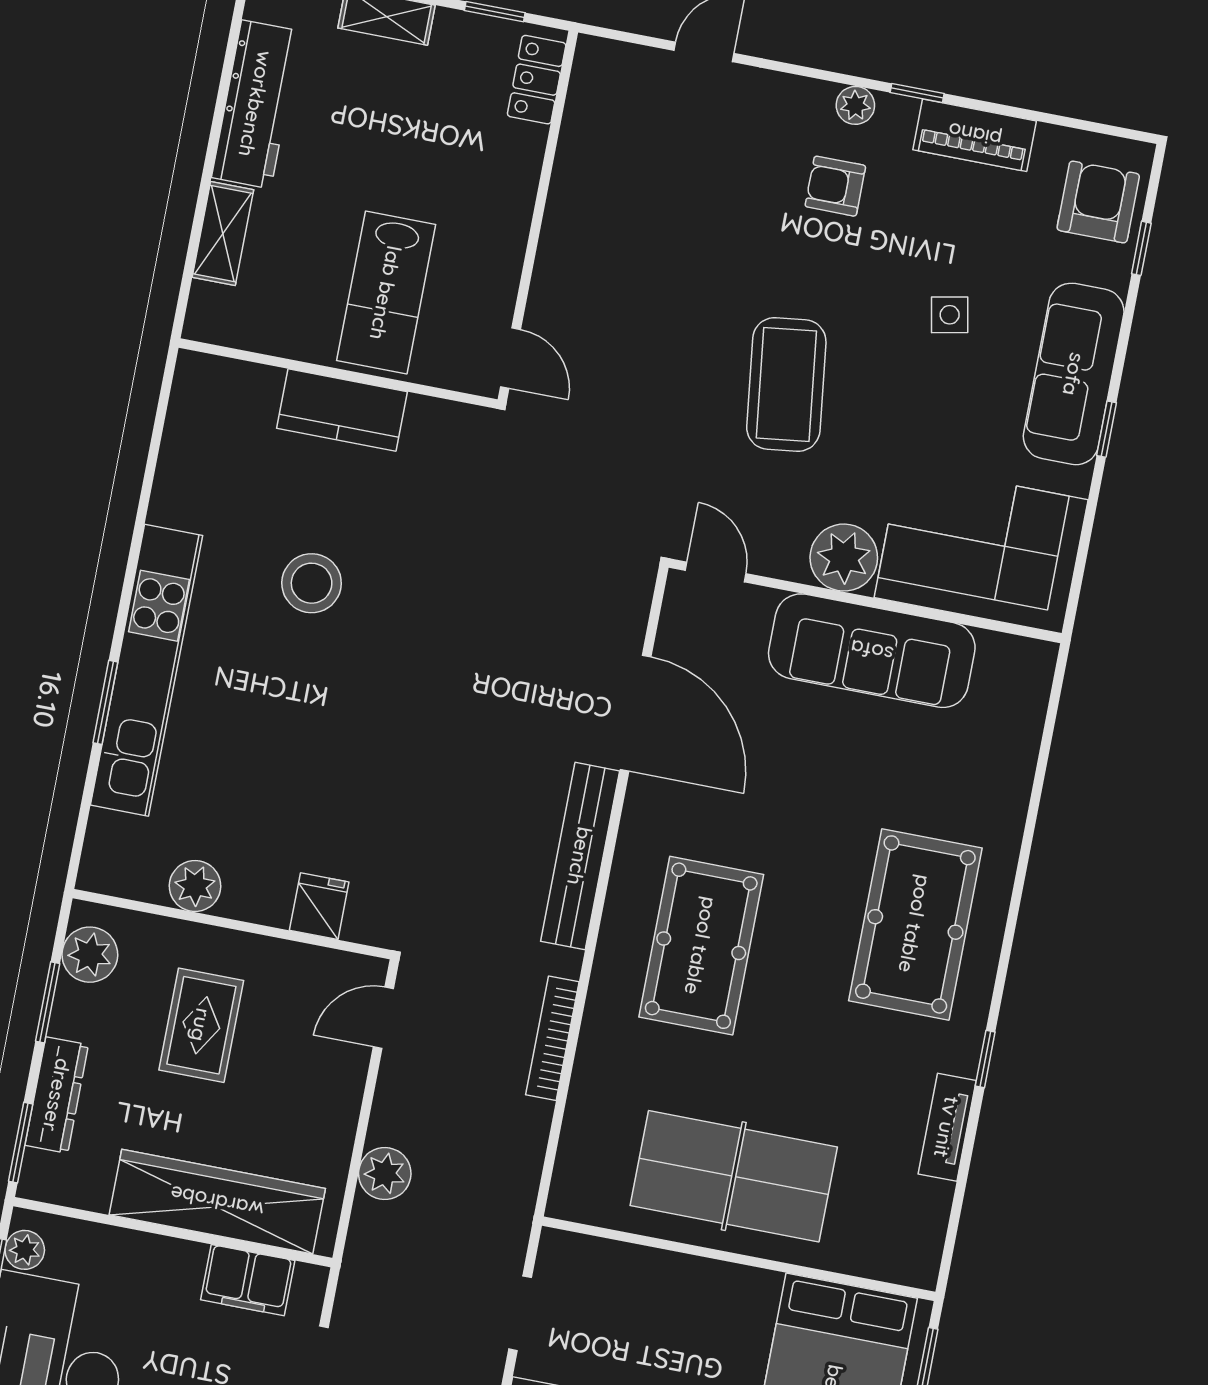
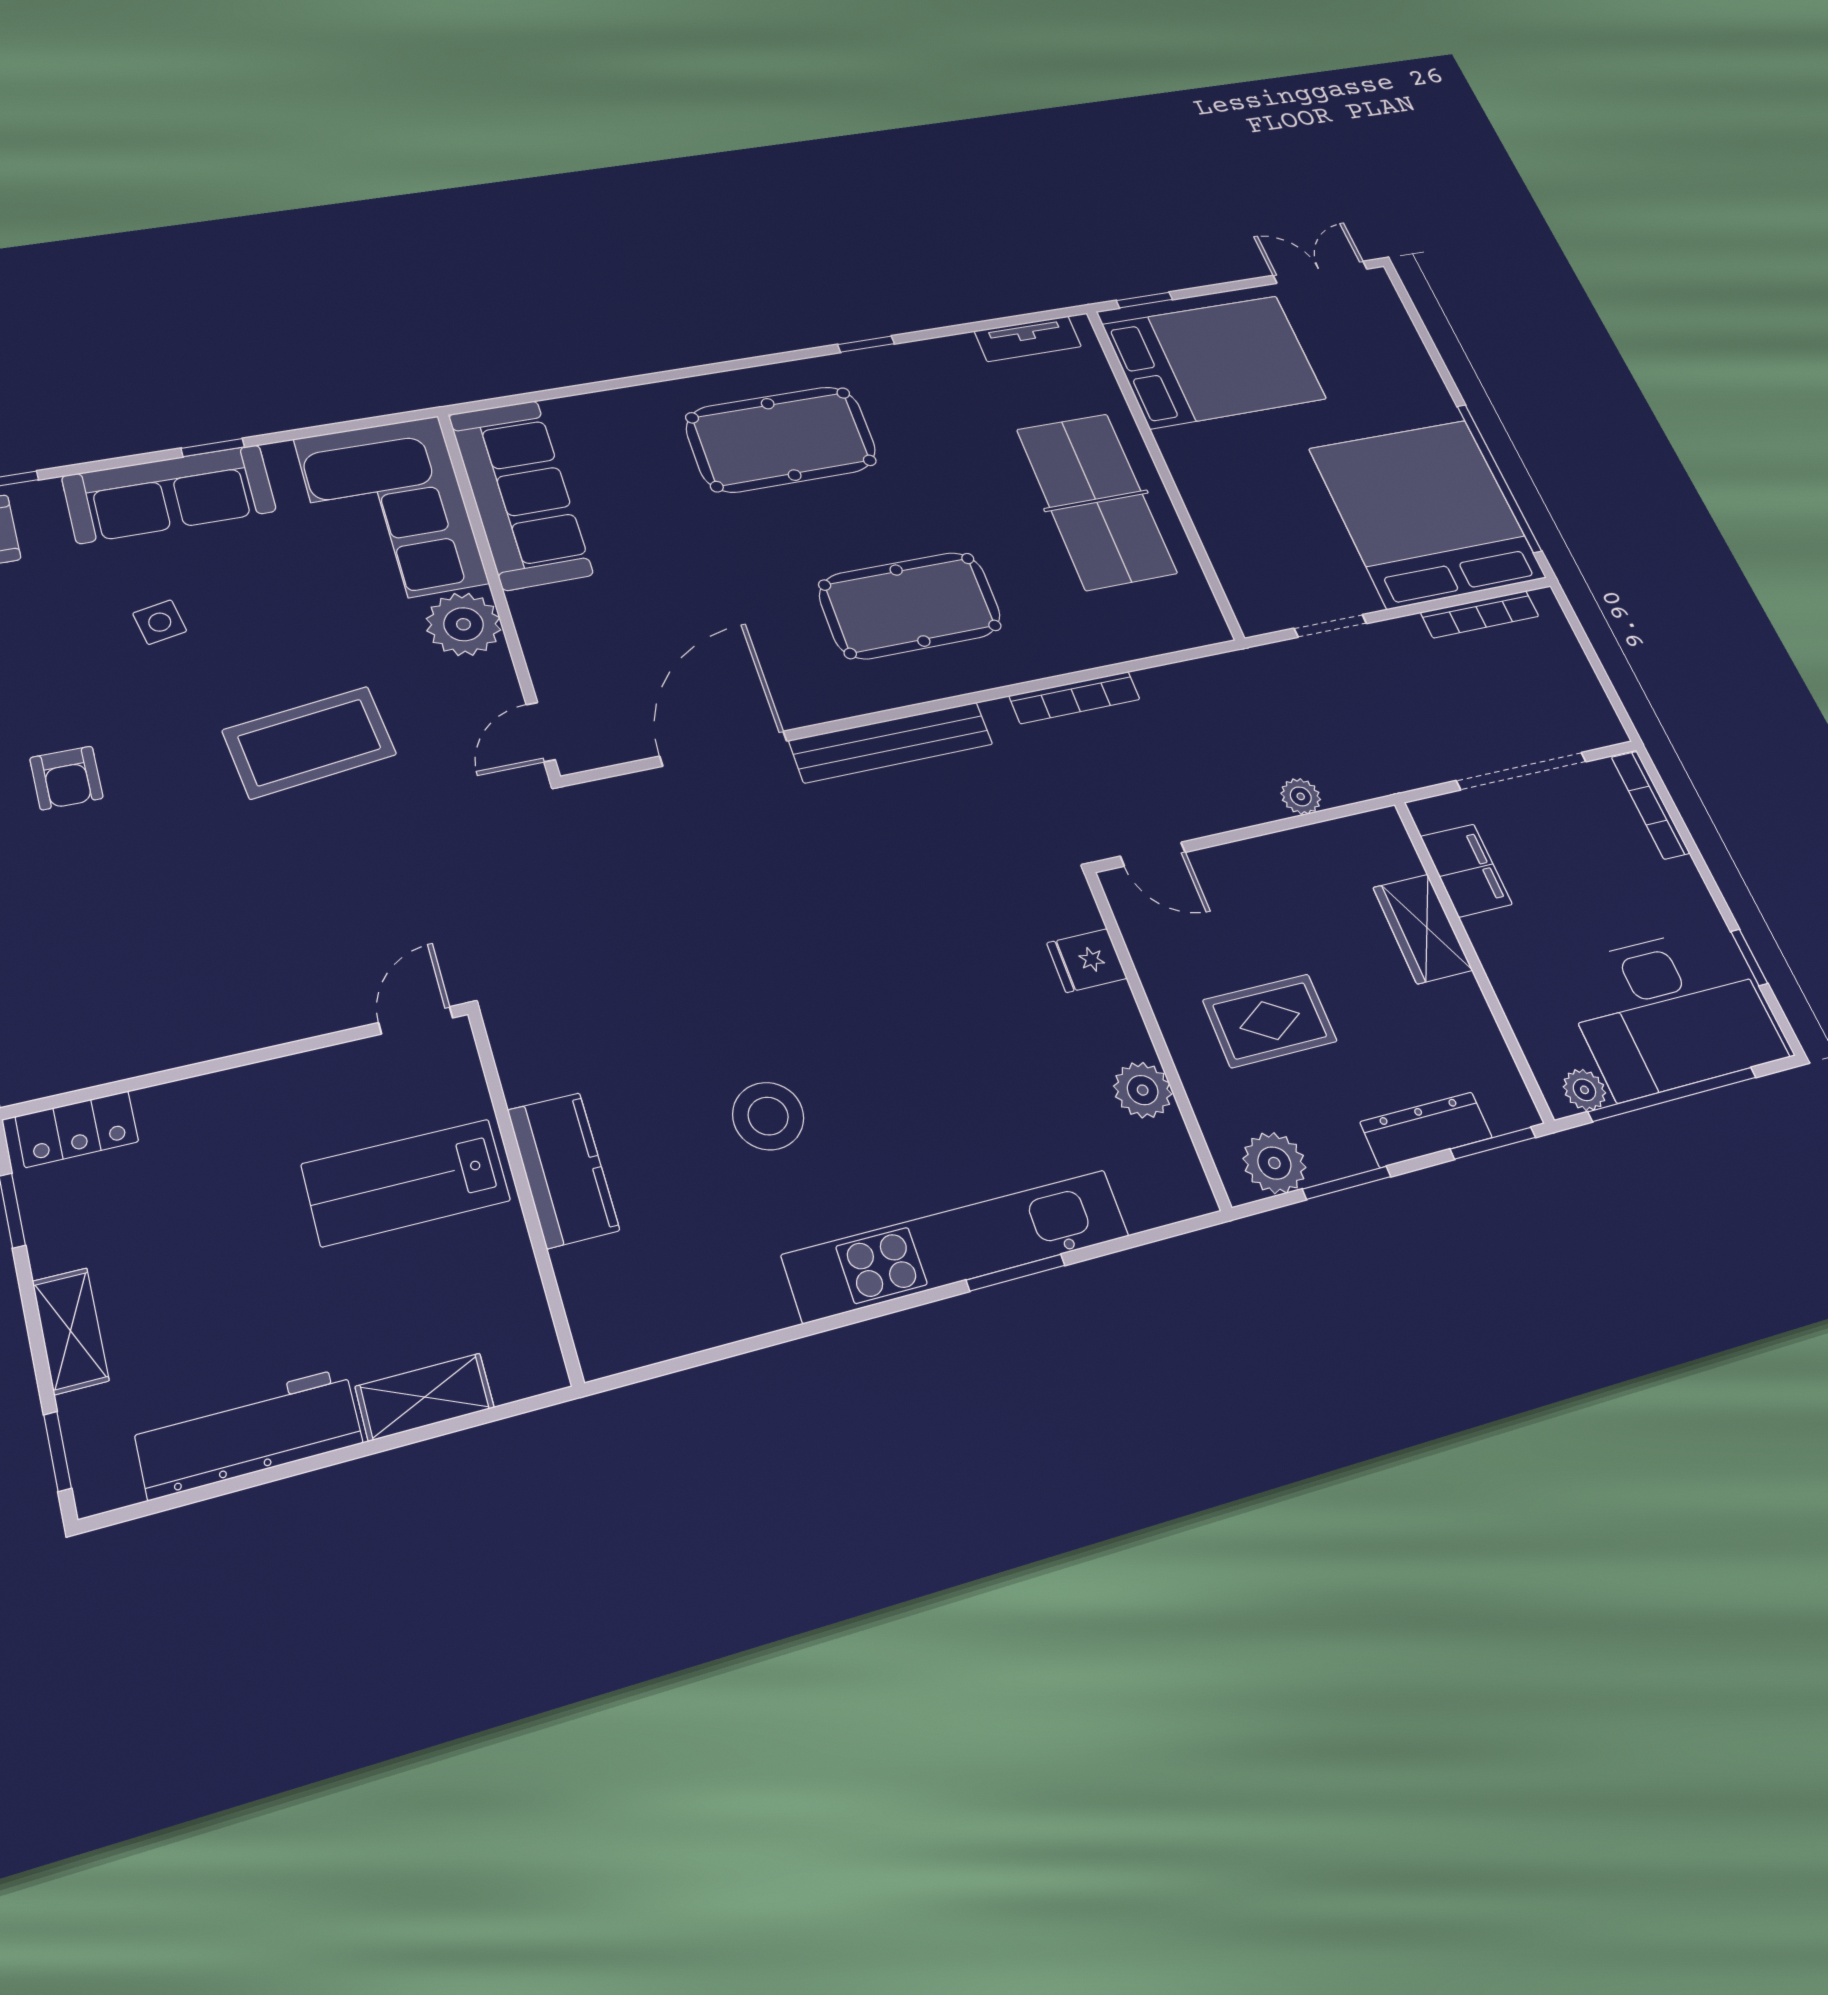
lab bench: (386, 293) -> (406, 1182), turned 180
sofa: (872, 651) -> (520, 494), moved
tv unit: (947, 1127) -> (1028, 339), moved
plant: (385, 1174) -> (1301, 796), width x0.73, depth x0.73
wardrobe: (217, 1202) -> (1422, 929), width x0.48, depth x0.85

